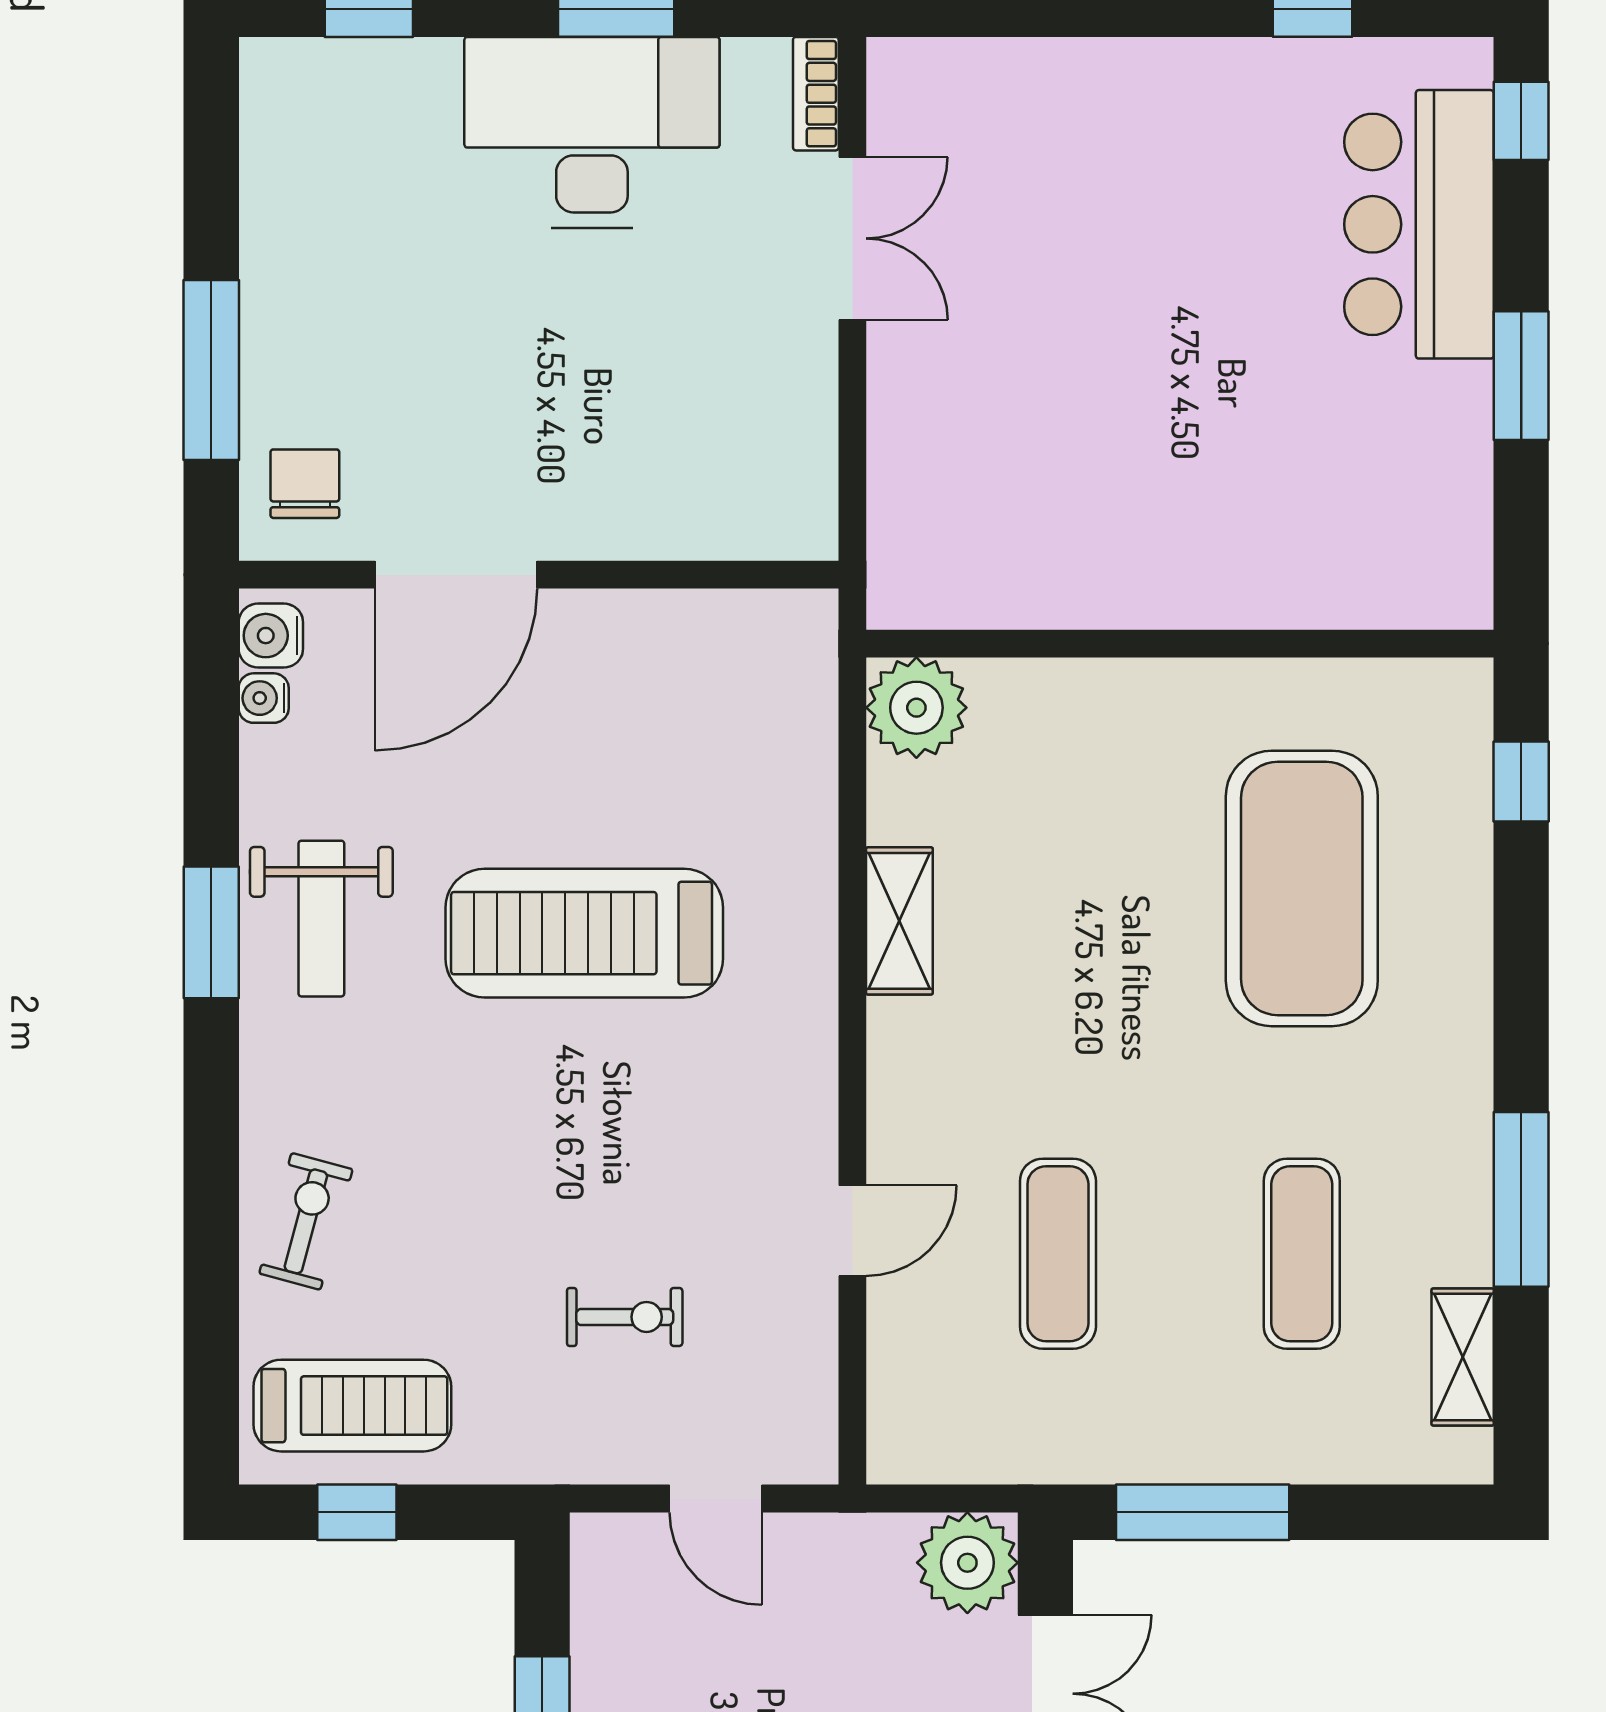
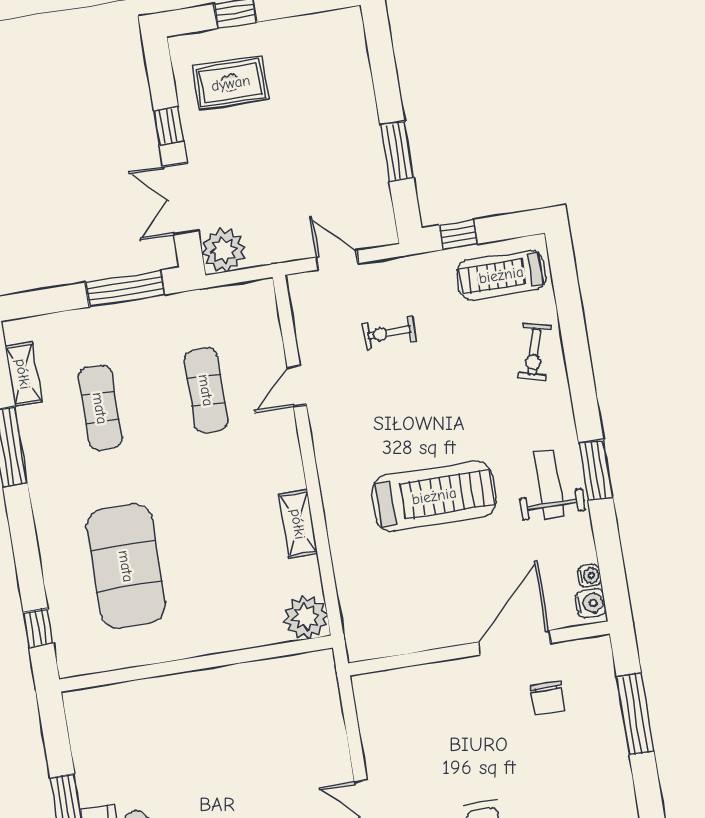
chair: (305, 484) -> (548, 698), moved
window: (357, 1512) -> (458, 235), moved

